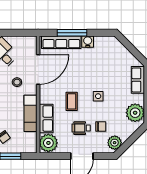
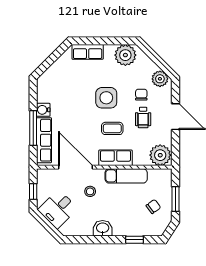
window: (17, 33) -> (33, 191), added
side table: (98, 96) -> (106, 98), width x1.87, depth x1.87
row of seats: (46, 118) -> (116, 158), moved

